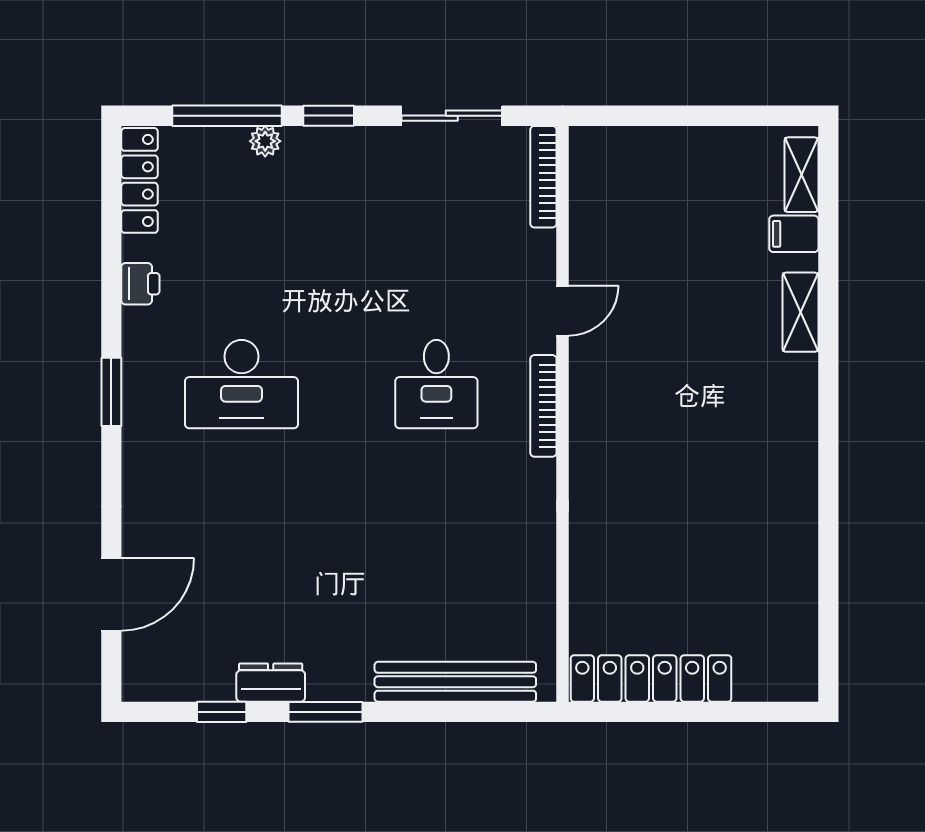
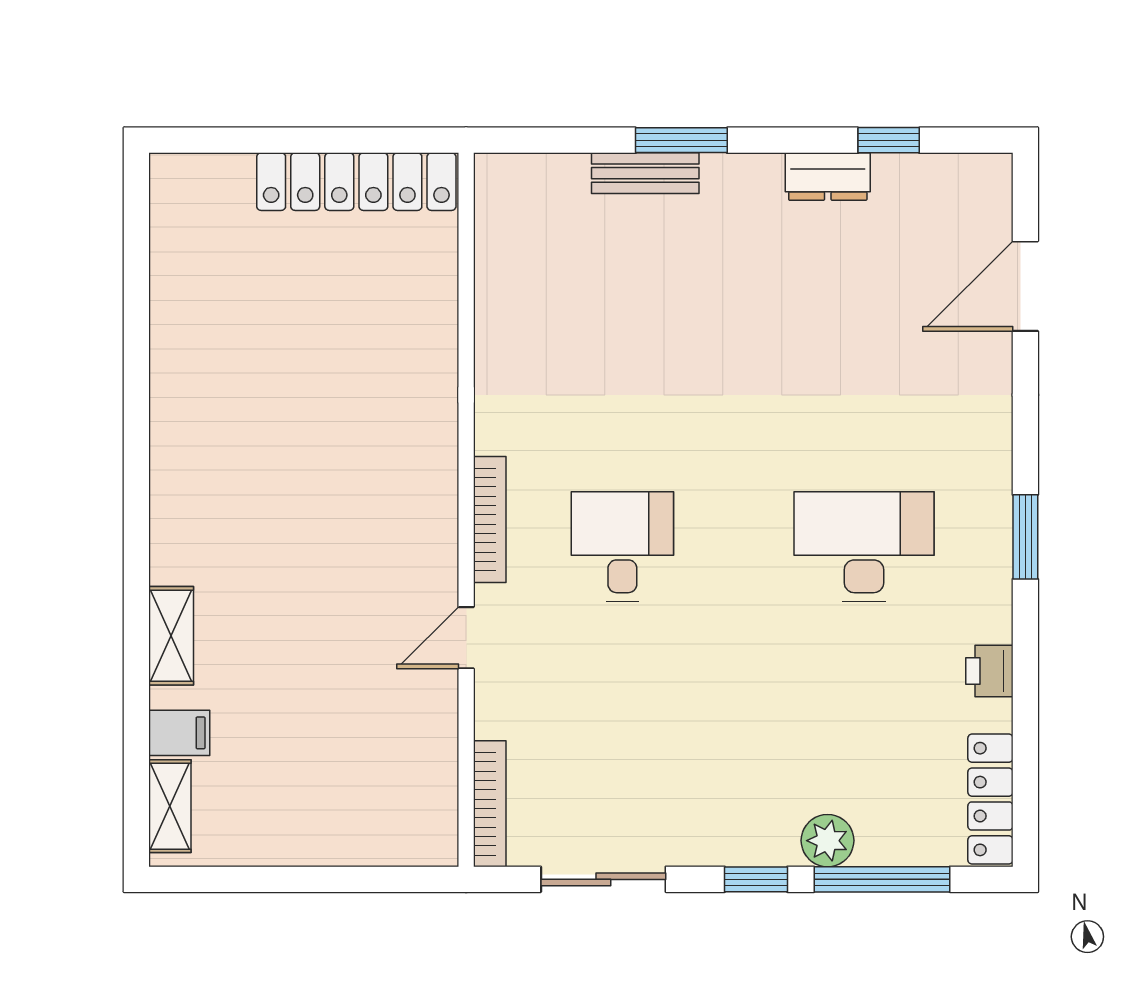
plant: (265, 141) -> (828, 841), width x1.38, depth x1.38
bench: (455, 682) -> (645, 173), width x0.54, depth x0.82
window: (325, 712) -> (681, 140), moved

